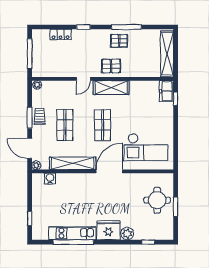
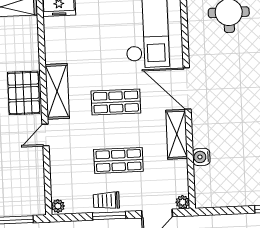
pallet: (111, 66) -> (24, 93), width x1.50, depth x1.42
door: (83, 79) -> (45, 135), swing flipped
shelving: (73, 163) -> (177, 134), width x0.68
water cooler: (50, 179) -> (201, 157), moved

